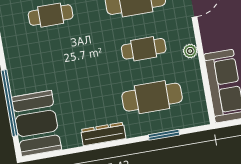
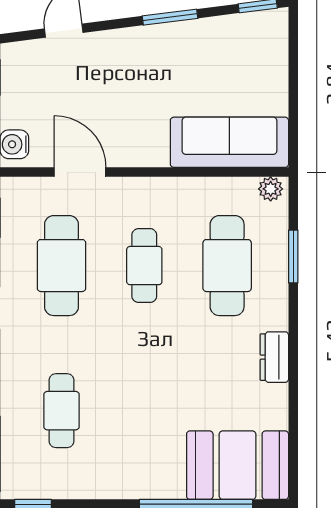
plant: (190, 51) -> (271, 189), moved
dresser: (103, 134) -> (274, 357), width x0.70

